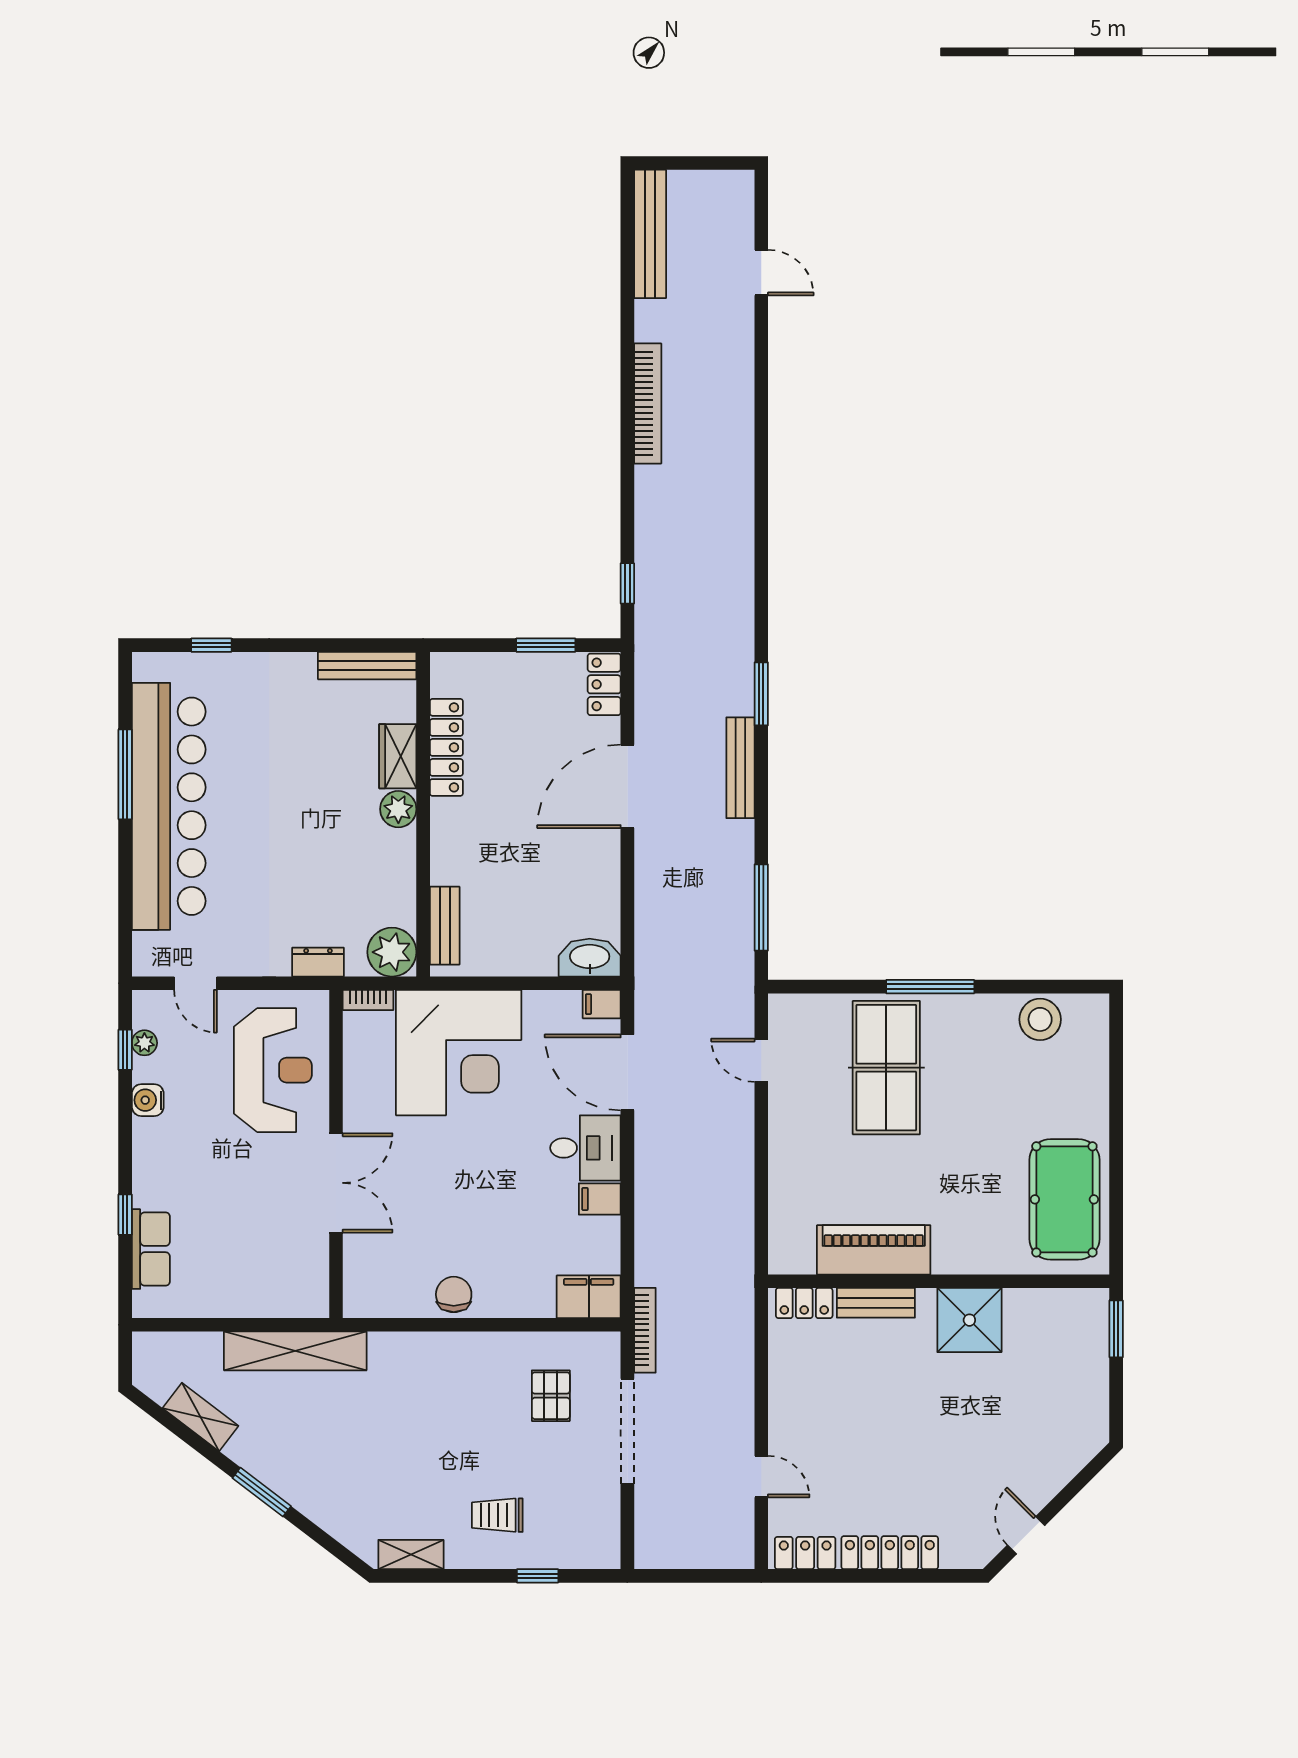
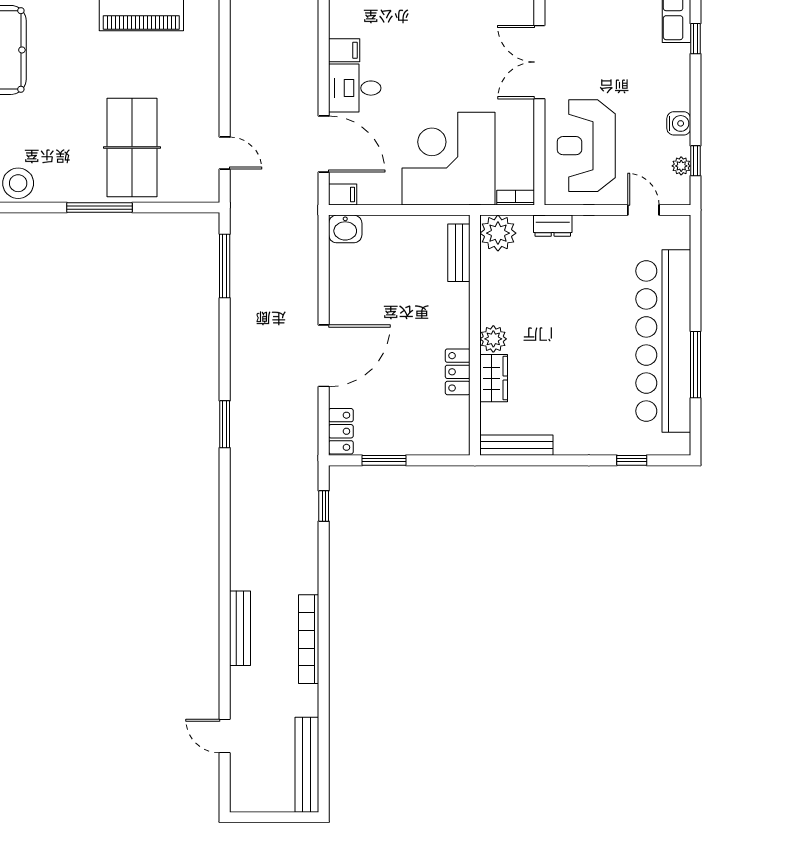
locker: (446, 747) -> (458, 372), width x0.66
bench: (740, 768) -> (240, 628), moved
washbasin: (590, 958) -> (345, 229), width x0.72

